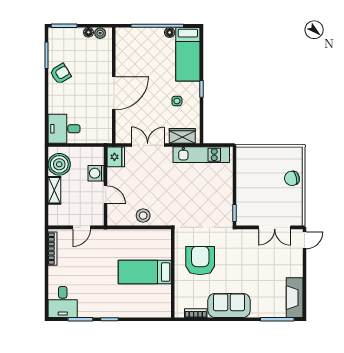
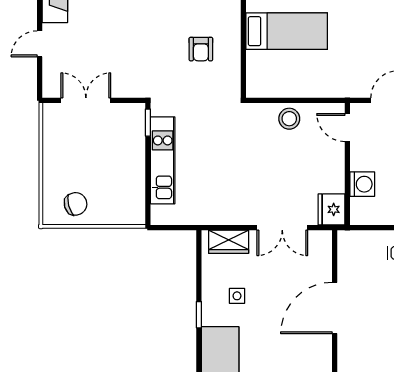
kitchen unit: (201, 155) -> (163, 160), moved, turned 90
chair: (292, 178) -> (76, 204), moved
door: (106, 195) -> (347, 128), moved
door: (304, 240) -> (40, 44), moved
armchair: (200, 261) -> (201, 49), width x0.53, depth x0.53

